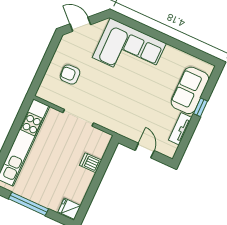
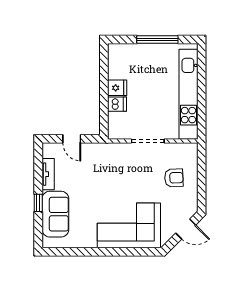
fridge: (69, 209) -> (117, 88), moved

